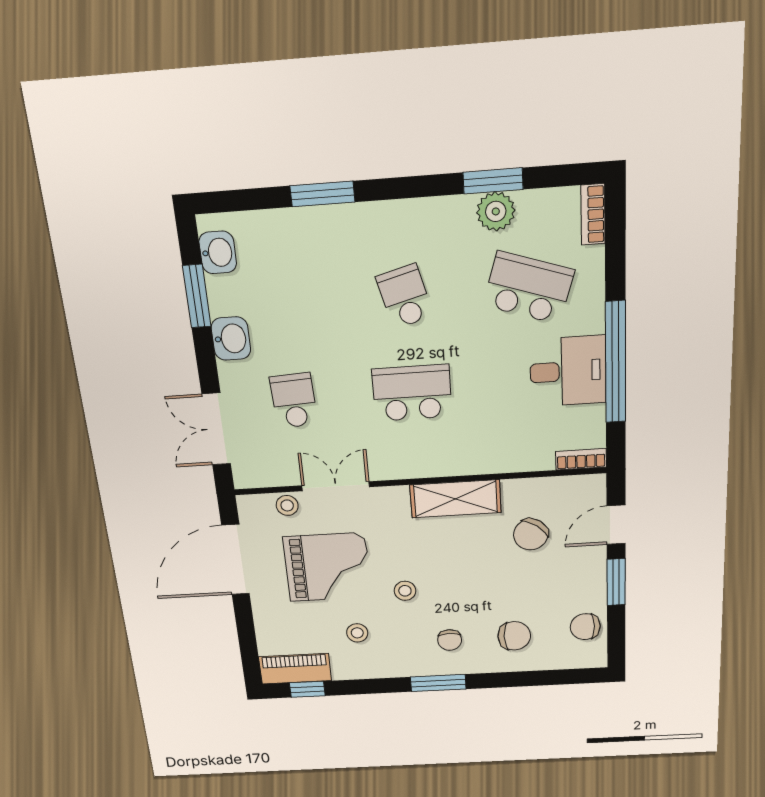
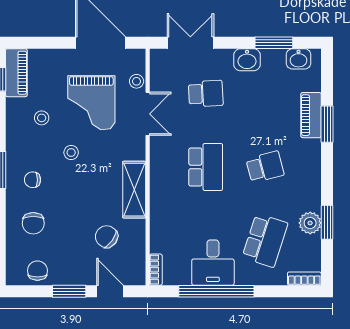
piano: (310, 224) -> (311, 115), added

